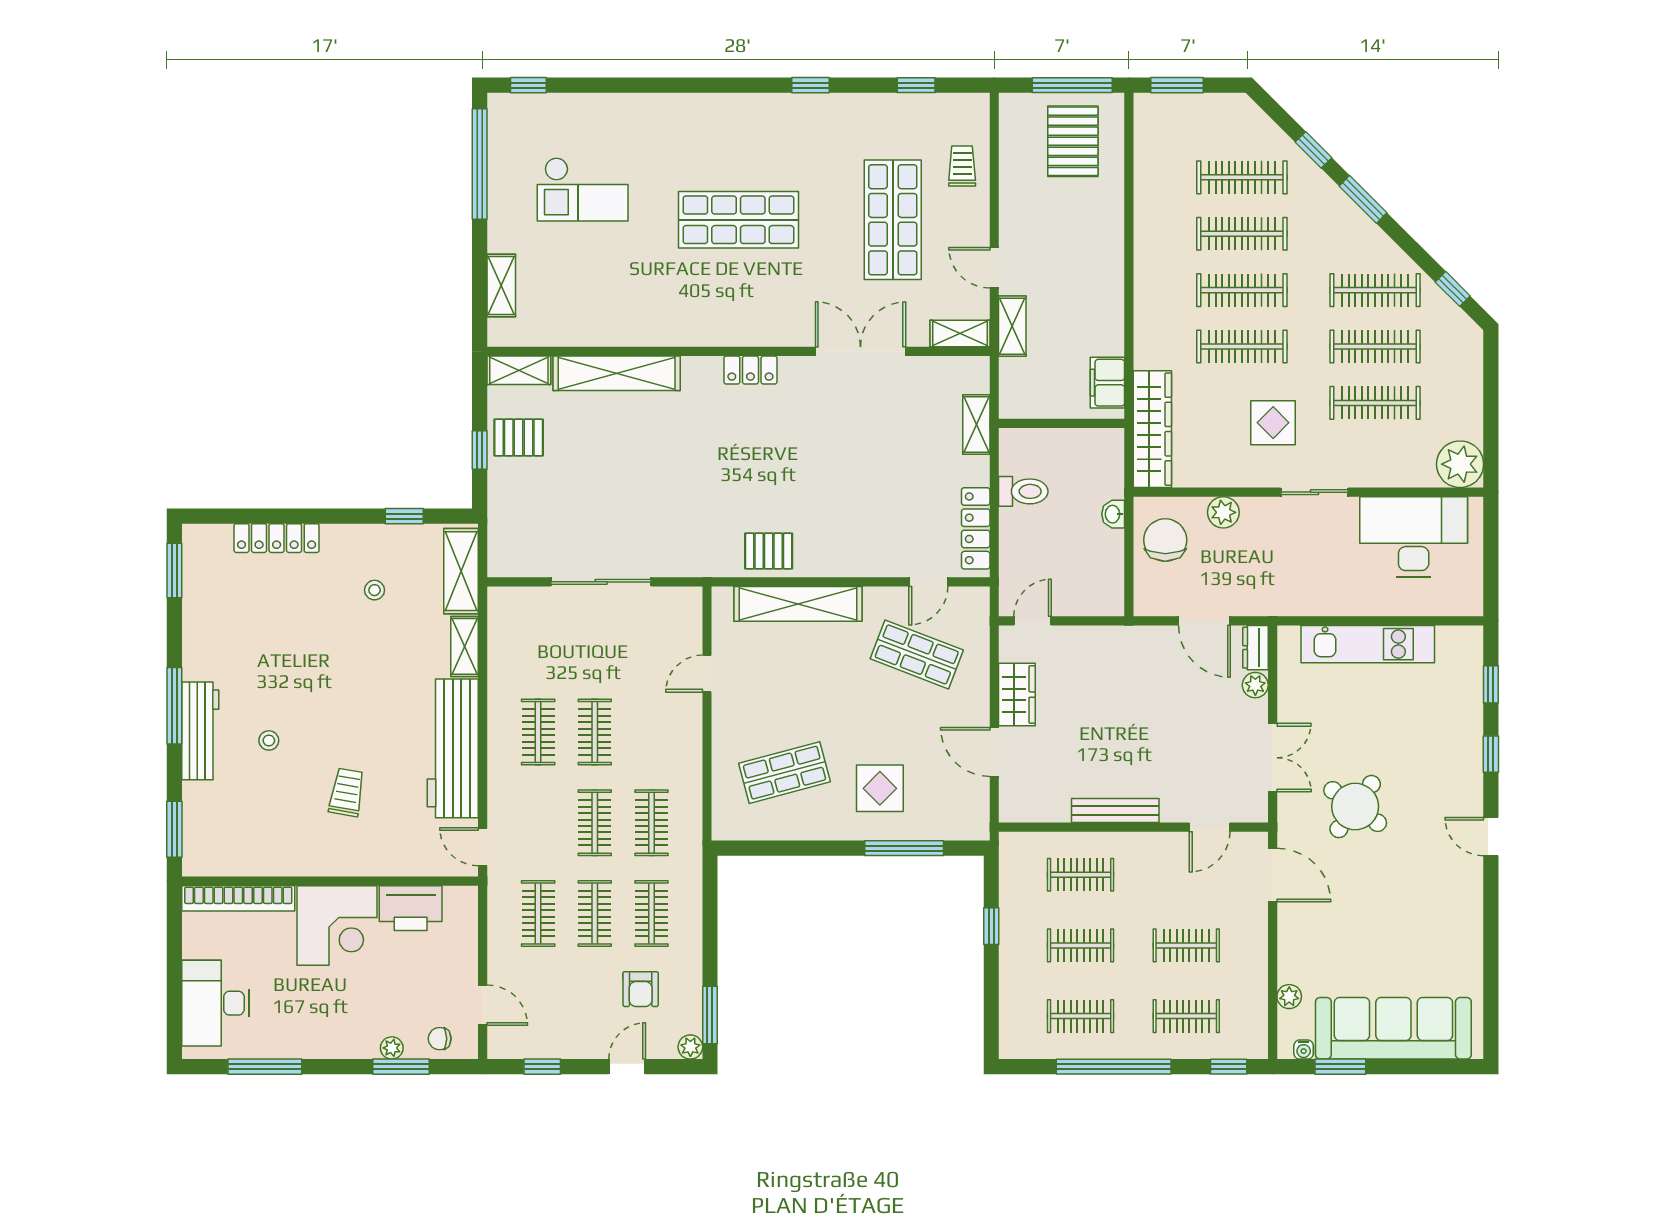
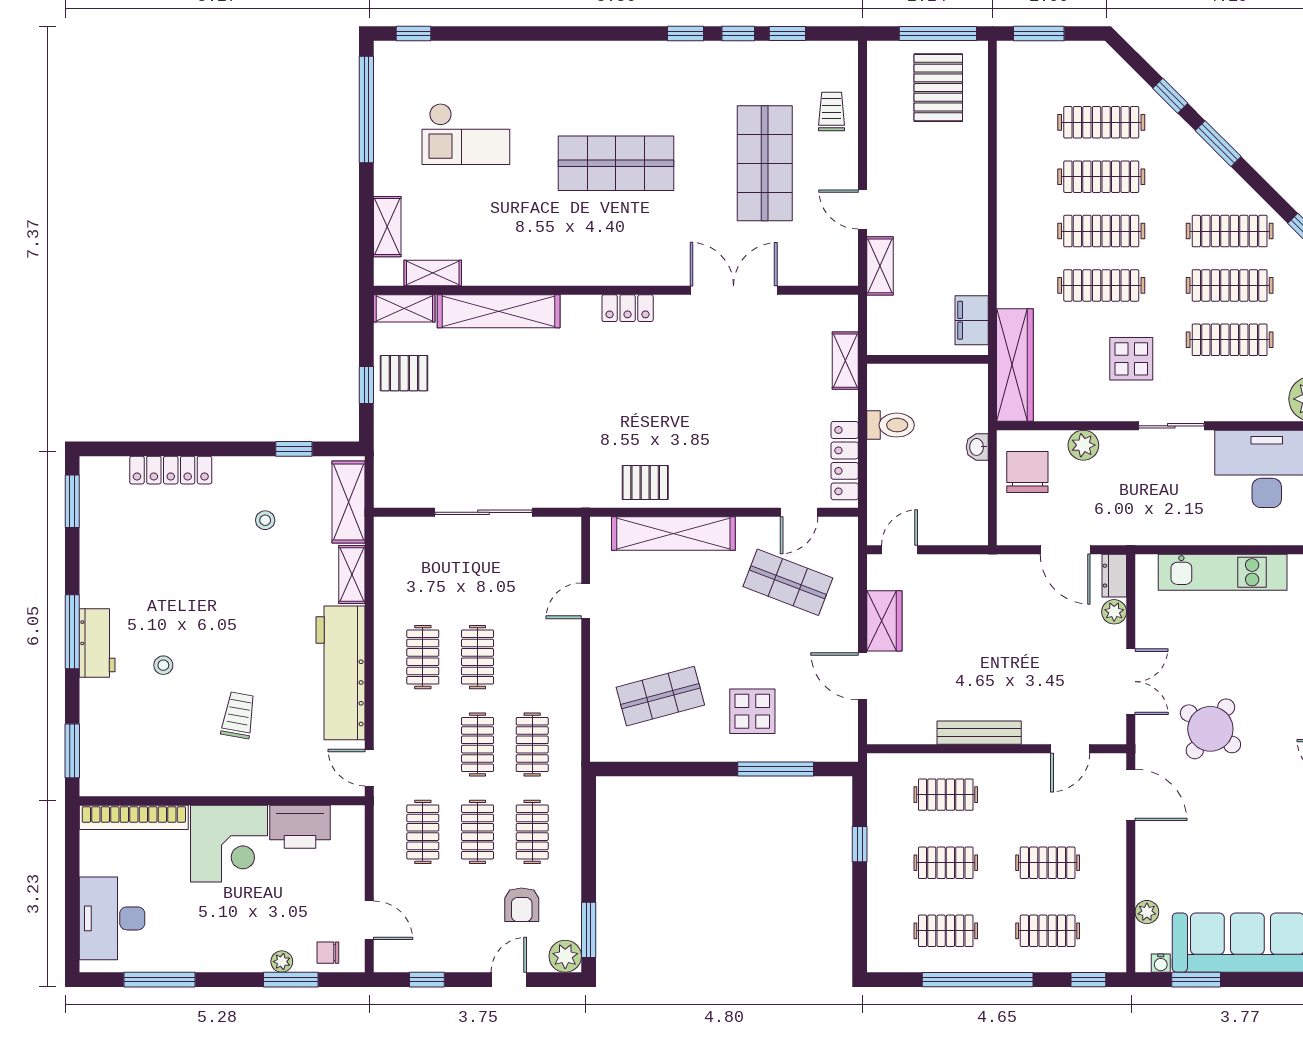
window: (865, 85) -> (738, 33), added
shelving: (960, 334) -> (433, 273), moved
workbench: (200, 731) -> (97, 643), width x0.73
plant: (690, 1047) -> (565, 956), width x1.38, depth x1.38

